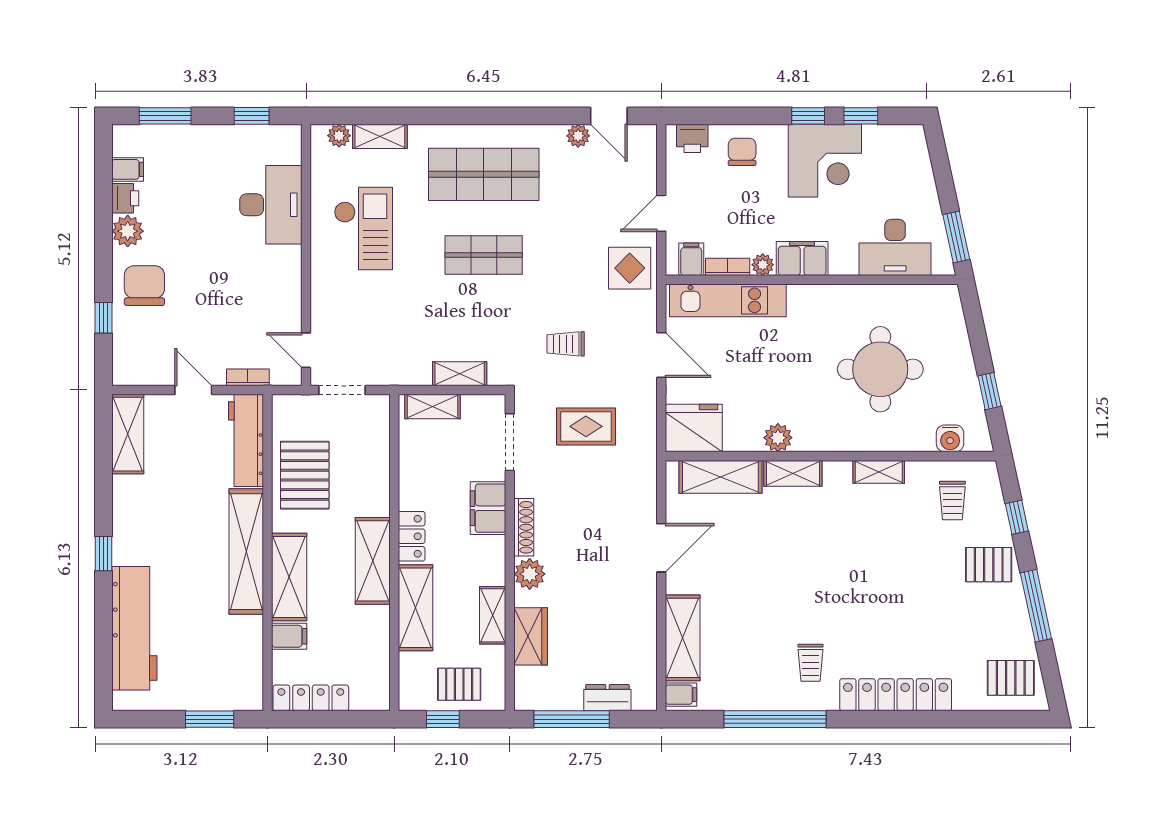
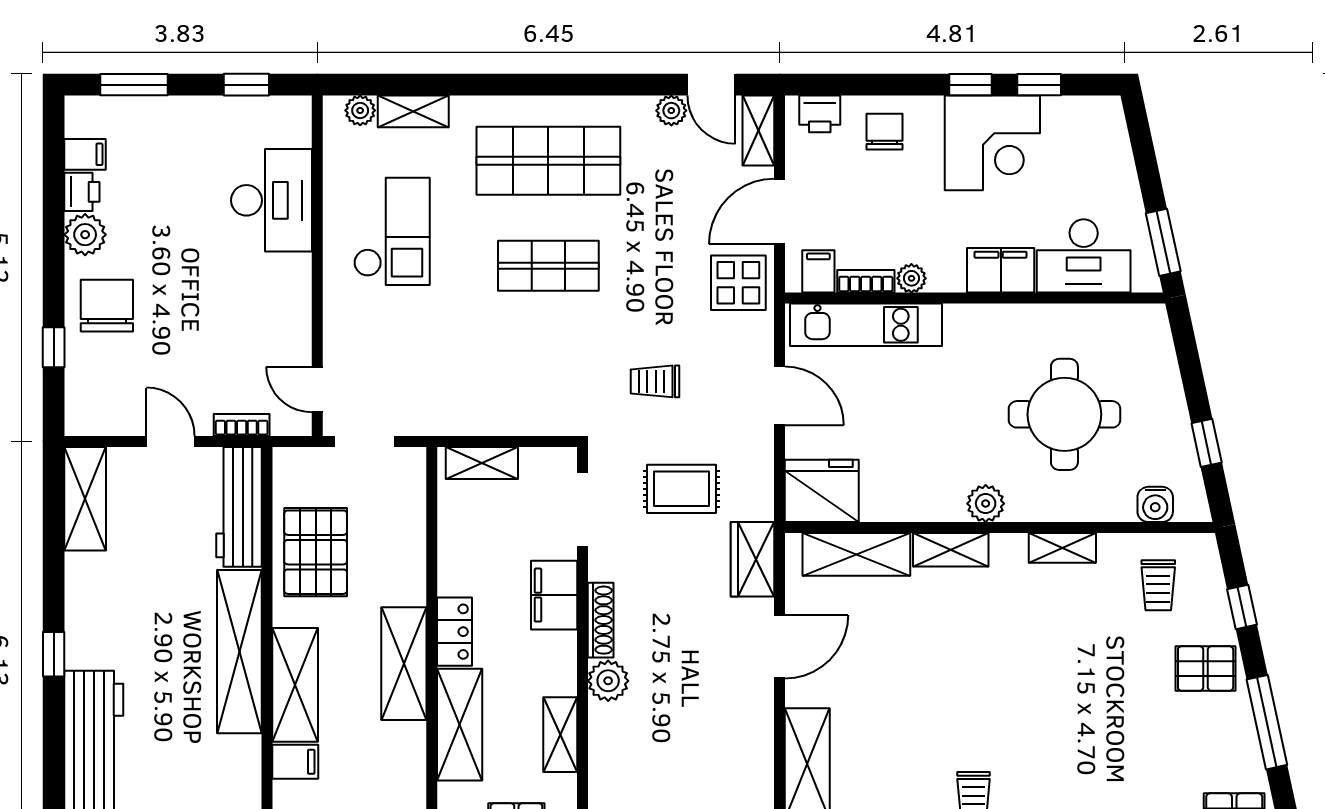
door: (661, 213) -> (780, 211), width x1.38
filing cabinet: (802, 259) -> (1001, 270), moved
shelving: (460, 374) -> (758, 131), moved, turned 90
plant: (778, 438) -> (986, 504), moved
wardrobe: (531, 636) -> (753, 559), moved, turned 180

